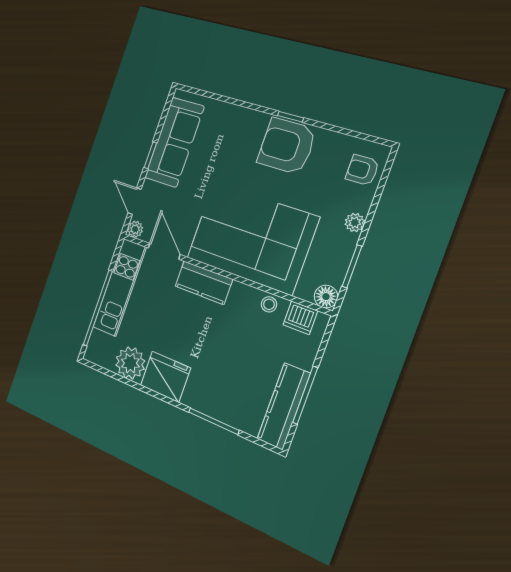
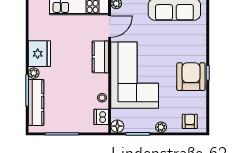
plant: (130, 363) -> (34, 73), moved, width x0.53, depth x0.53
kitchen counter: (284, 406) -> (36, 102), moved, turned 90

